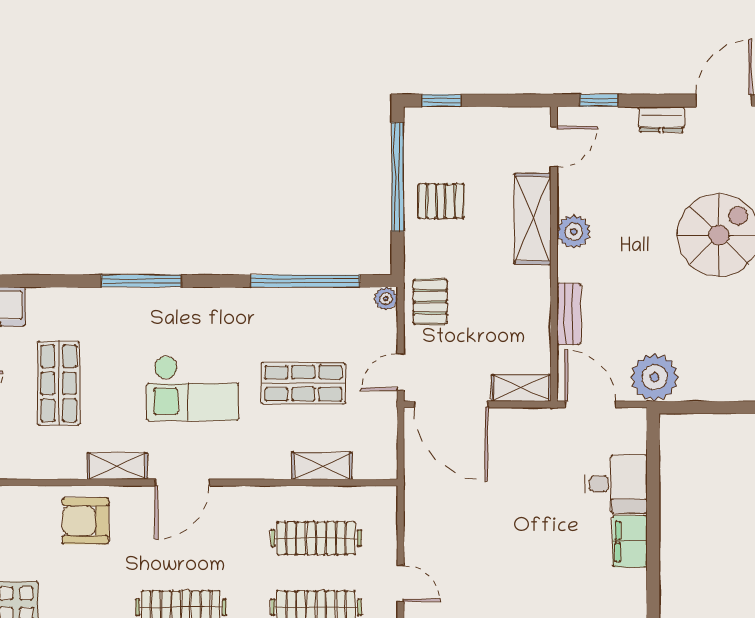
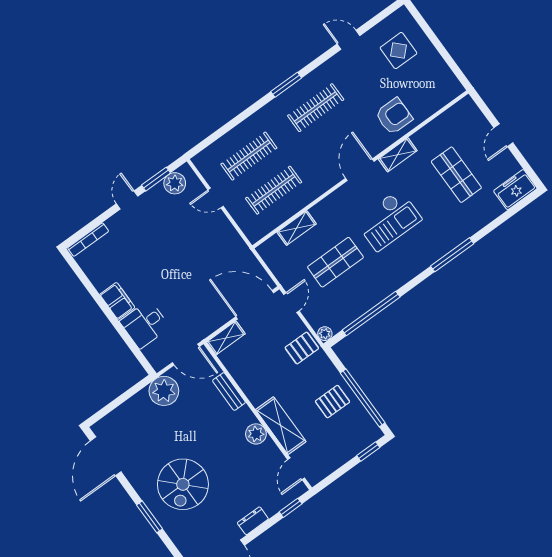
pallet: (430, 302) -> (302, 348), turned 90
checkout: (193, 388) -> (388, 220), turned 180

